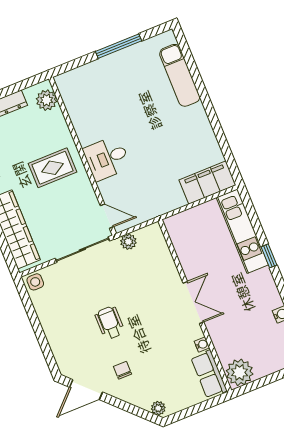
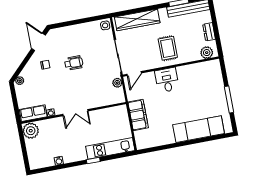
exam couch: (180, 75) -> (199, 129), width x1.36, depth x1.45
filing cabinet: (208, 182) -> (138, 115), moved

